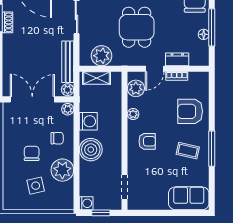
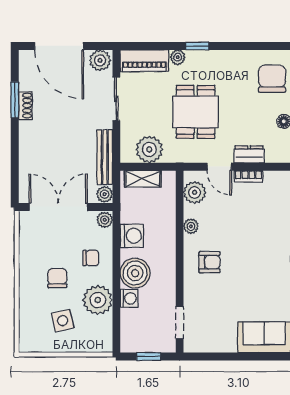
door: (155, 69) -> (219, 167), hinge flipped
armchair: (190, 111) -> (266, 223), removed
coffee table: (188, 151) -> (263, 274), removed
washing machine: (86, 203) -> (129, 298), moved

